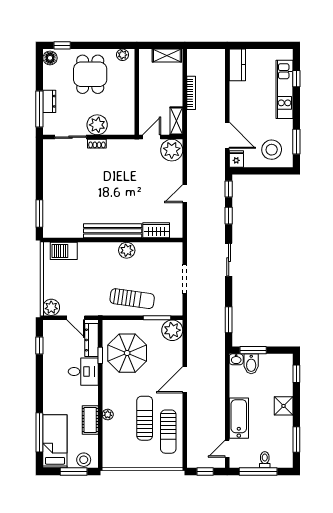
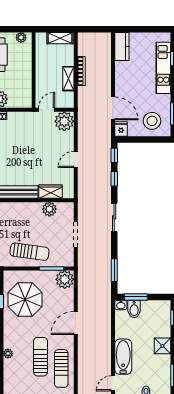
shelving: (176, 121) -> (68, 79), moved
plant: (127, 250) -> (49, 209), moved

